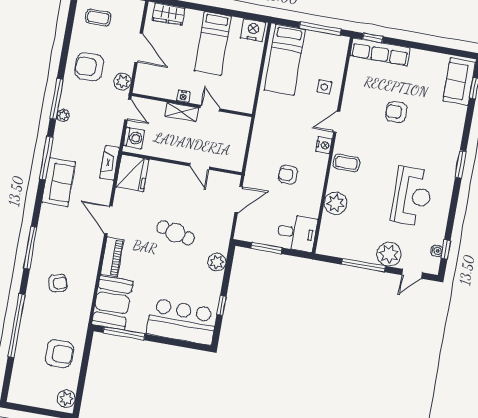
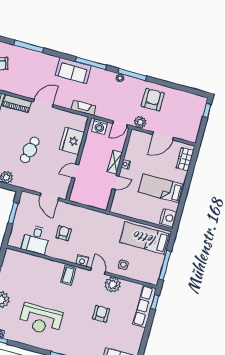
coffee table: (98, 18) -> (187, 109), removed
fridge: (132, 173) -> (72, 141), moved, turned 90
plant: (335, 203) -> (113, 285), moved
desk: (297, 233) -> (36, 240), moved

